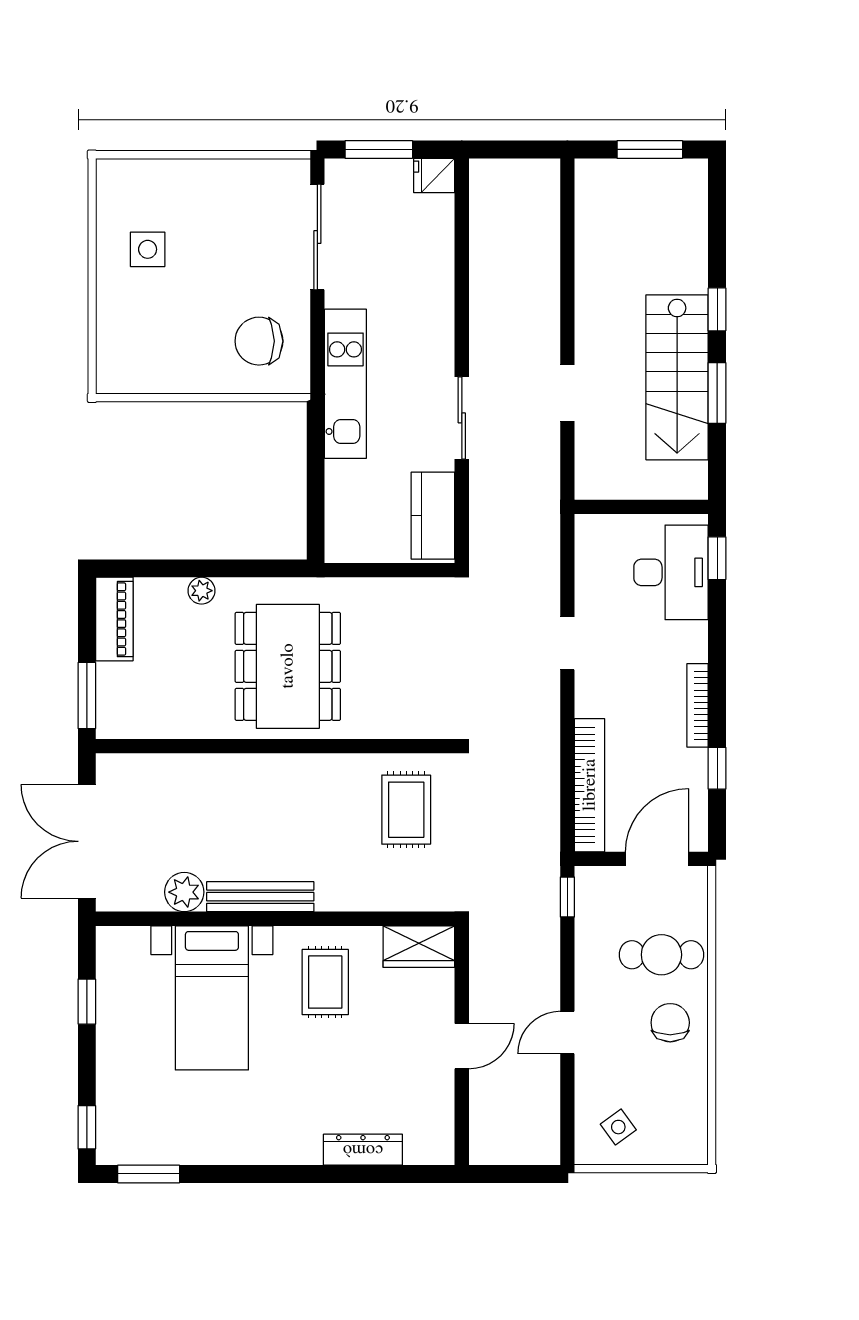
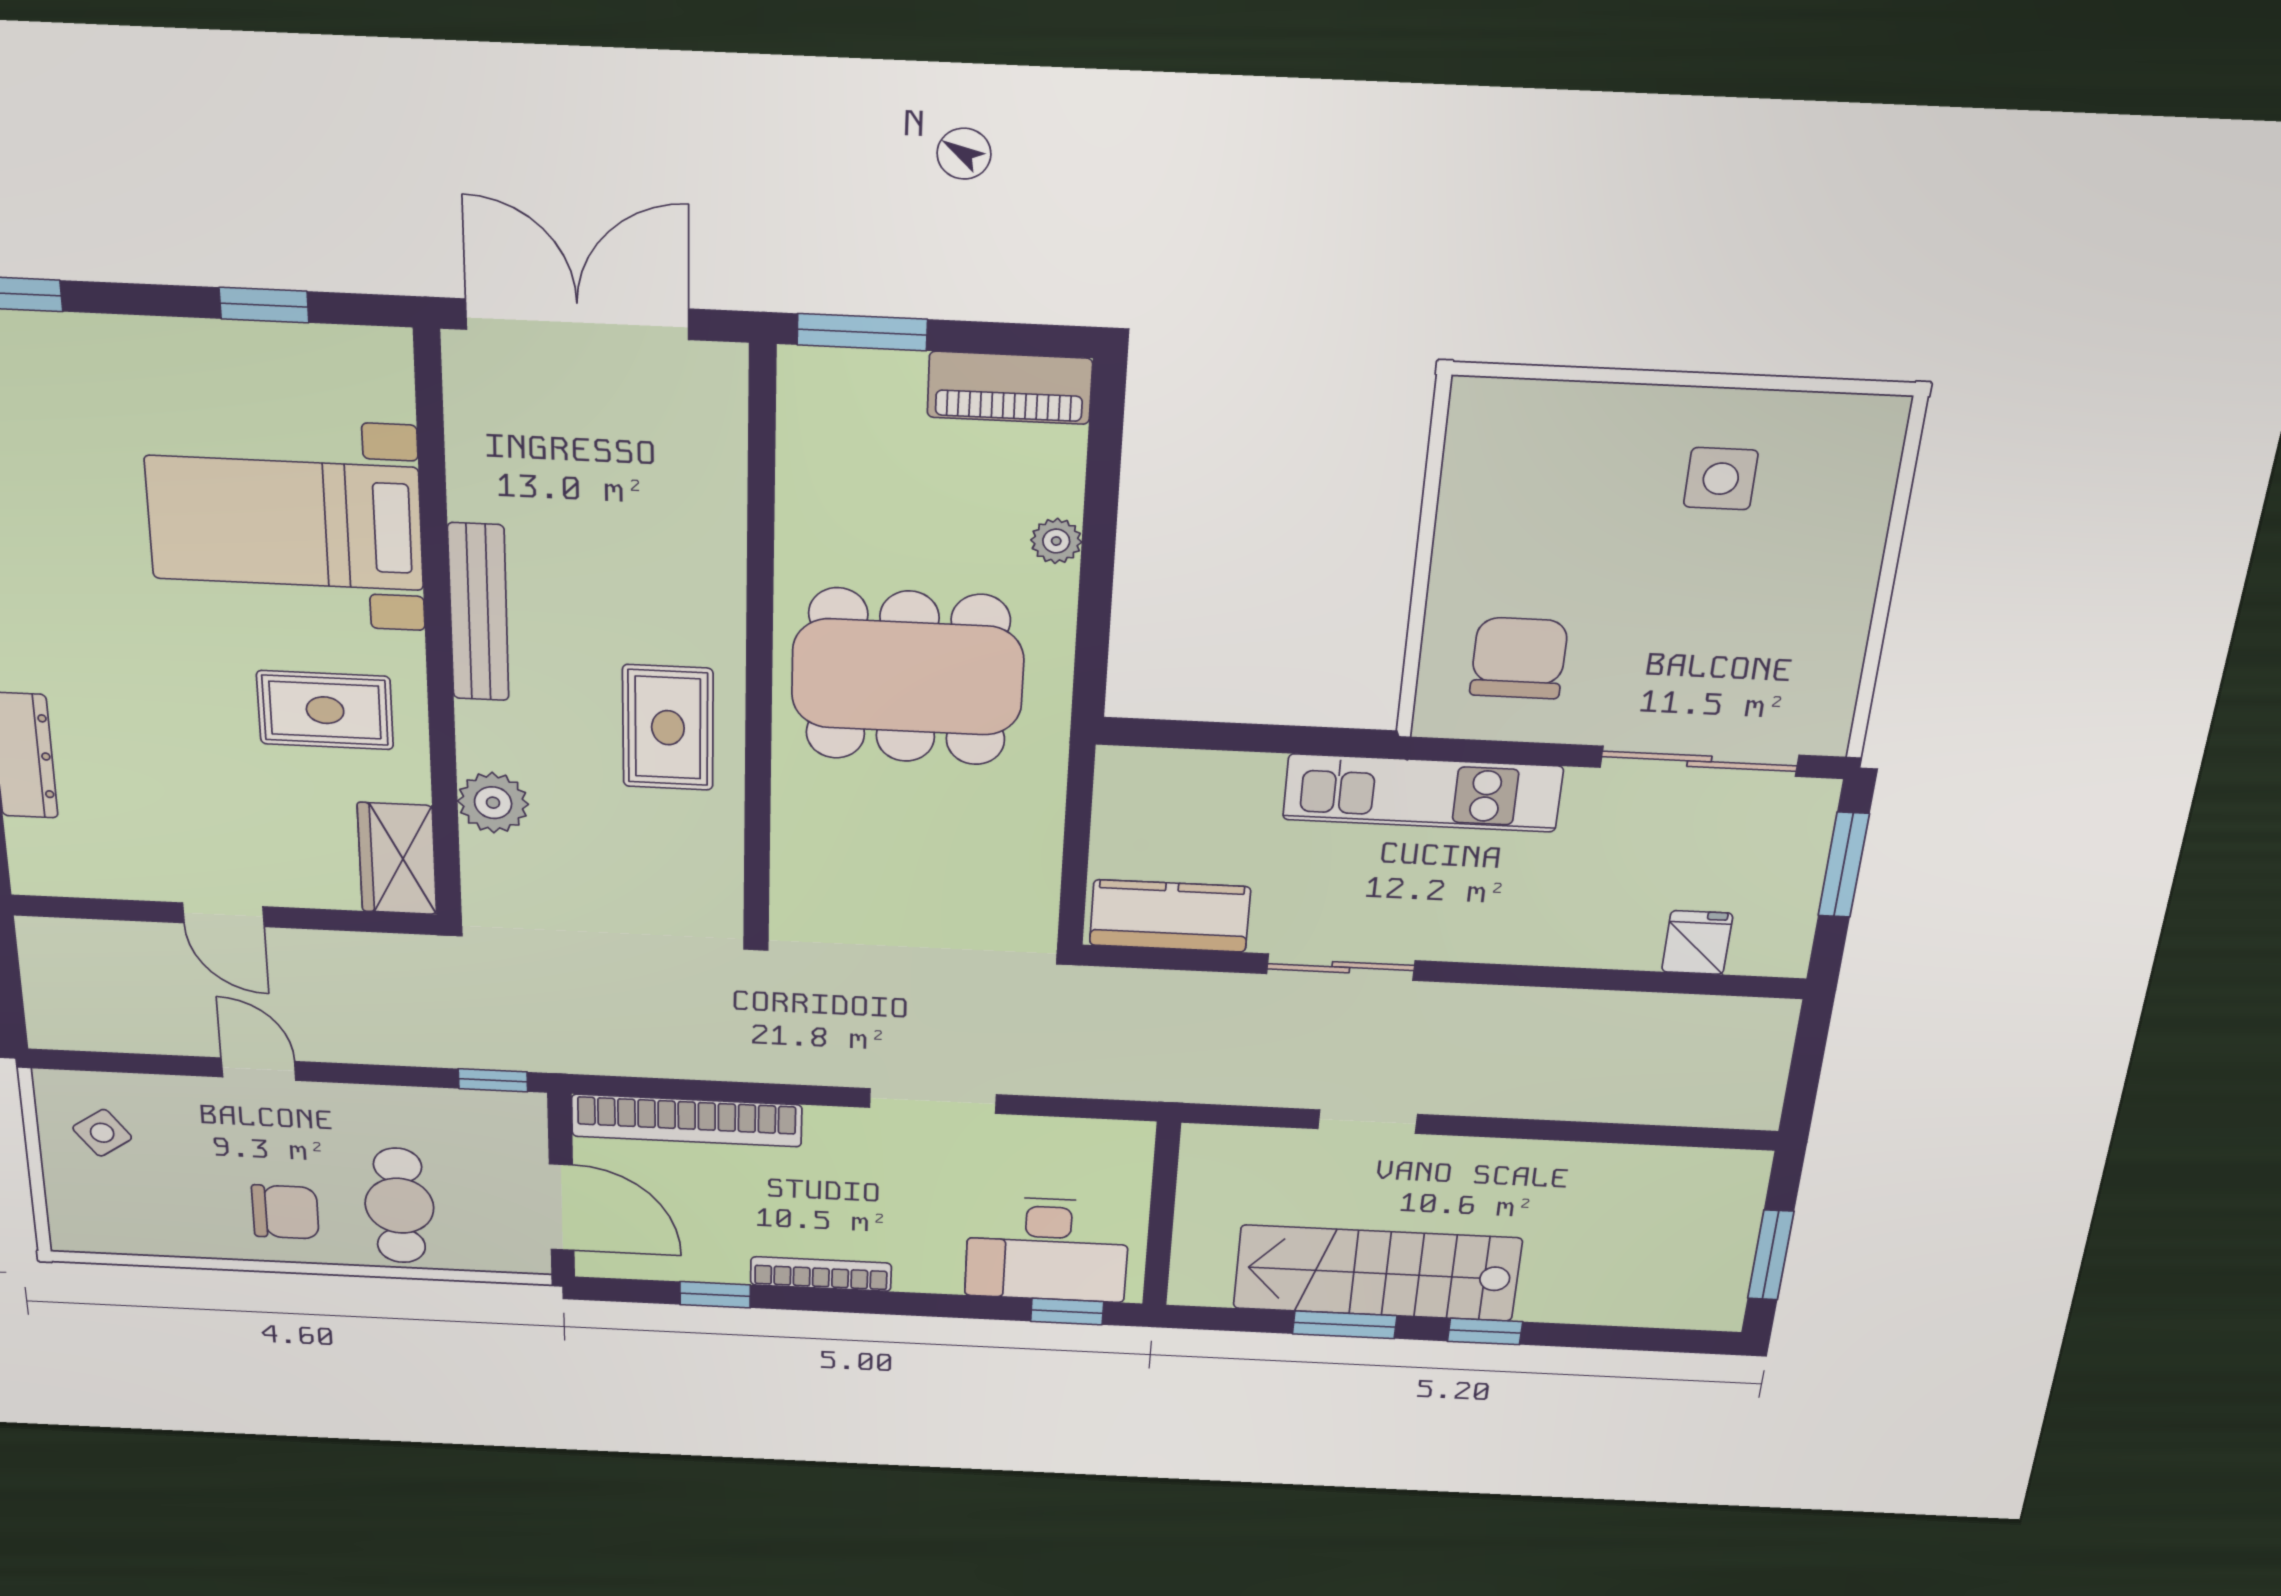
fridge: (434, 175) -> (1697, 943), moved
doorway: (567, 643) -> (933, 1101), width x1.38
rug: (406, 810) -> (668, 728), moved, turned 90
plant: (184, 892) -> (493, 803), moved

